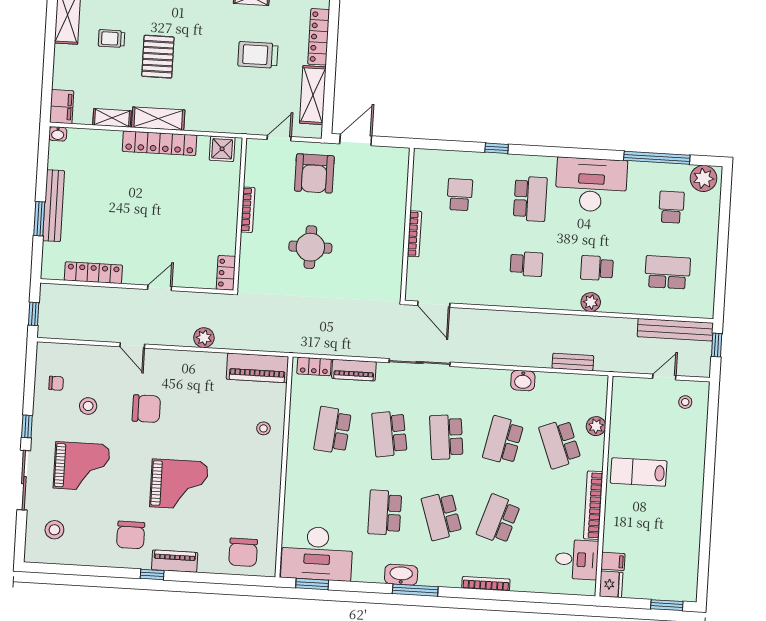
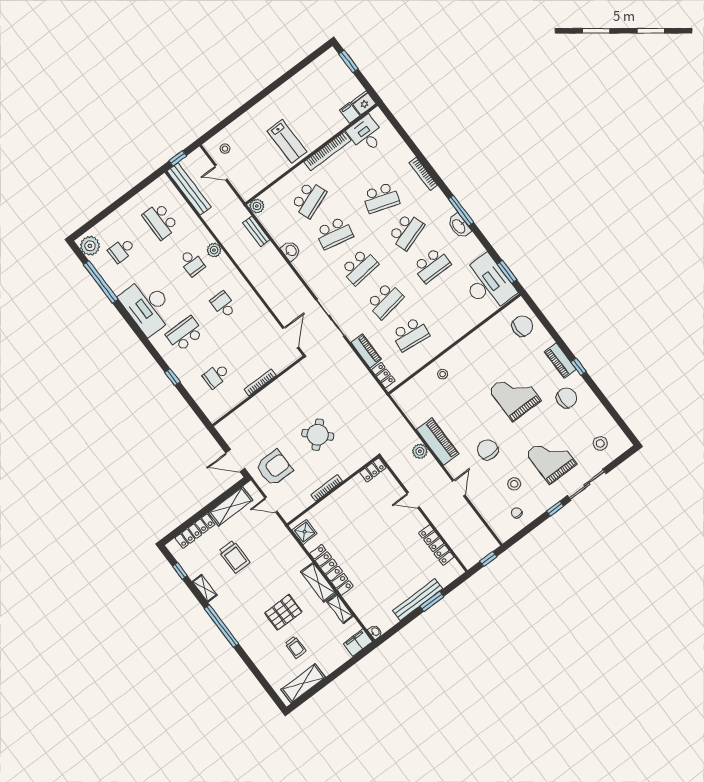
round table: (310, 247) -> (318, 435), turned 45
piano: (257, 368) -> (438, 442), moved
plant: (596, 426) -> (257, 206), moved

